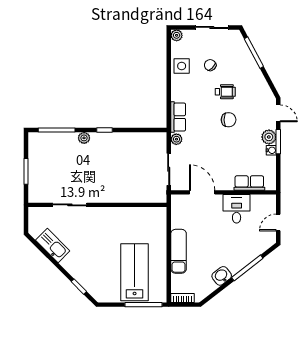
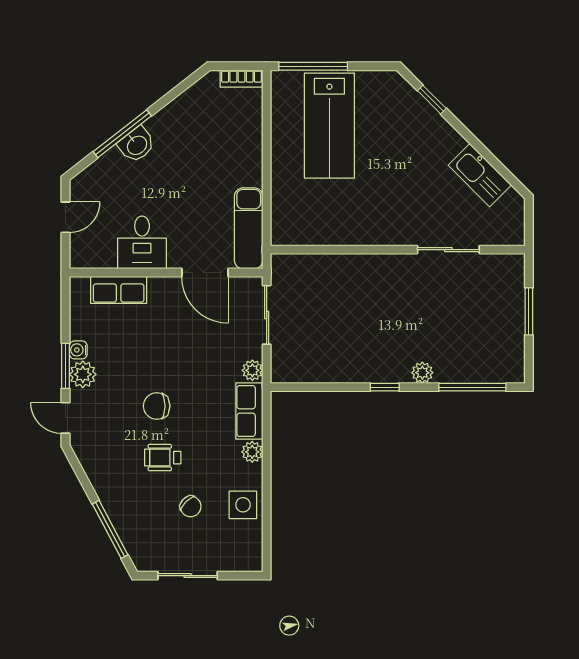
plant: (177, 35) -> (252, 452), moved
exam couch: (179, 251) -> (249, 228), moved
washbasin: (222, 276) -> (137, 145), moved

